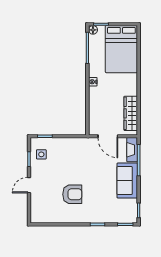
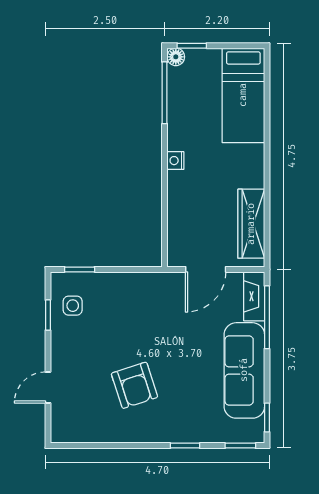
bed: (121, 49) -> (243, 95), width x0.67
door: (108, 136) -> (206, 269), hinge flipped
sofa: (127, 181) -> (244, 370), width x1.36
door: (29, 185) -> (48, 387), moved
armchair: (72, 194) -> (134, 385), turned 72

